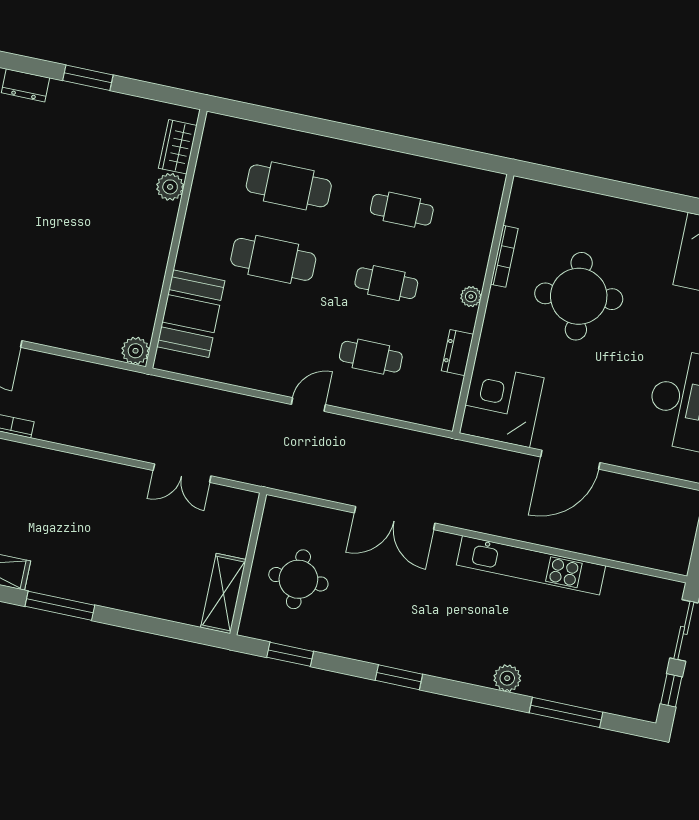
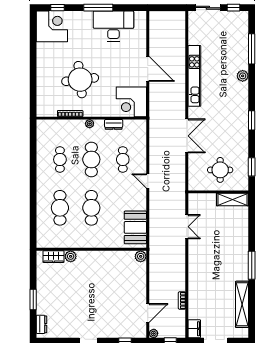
cafe table: (386, 283) -> (91, 159), width x1.37, depth x1.35
booth: (191, 314) -> (135, 227), moved, turned 90

